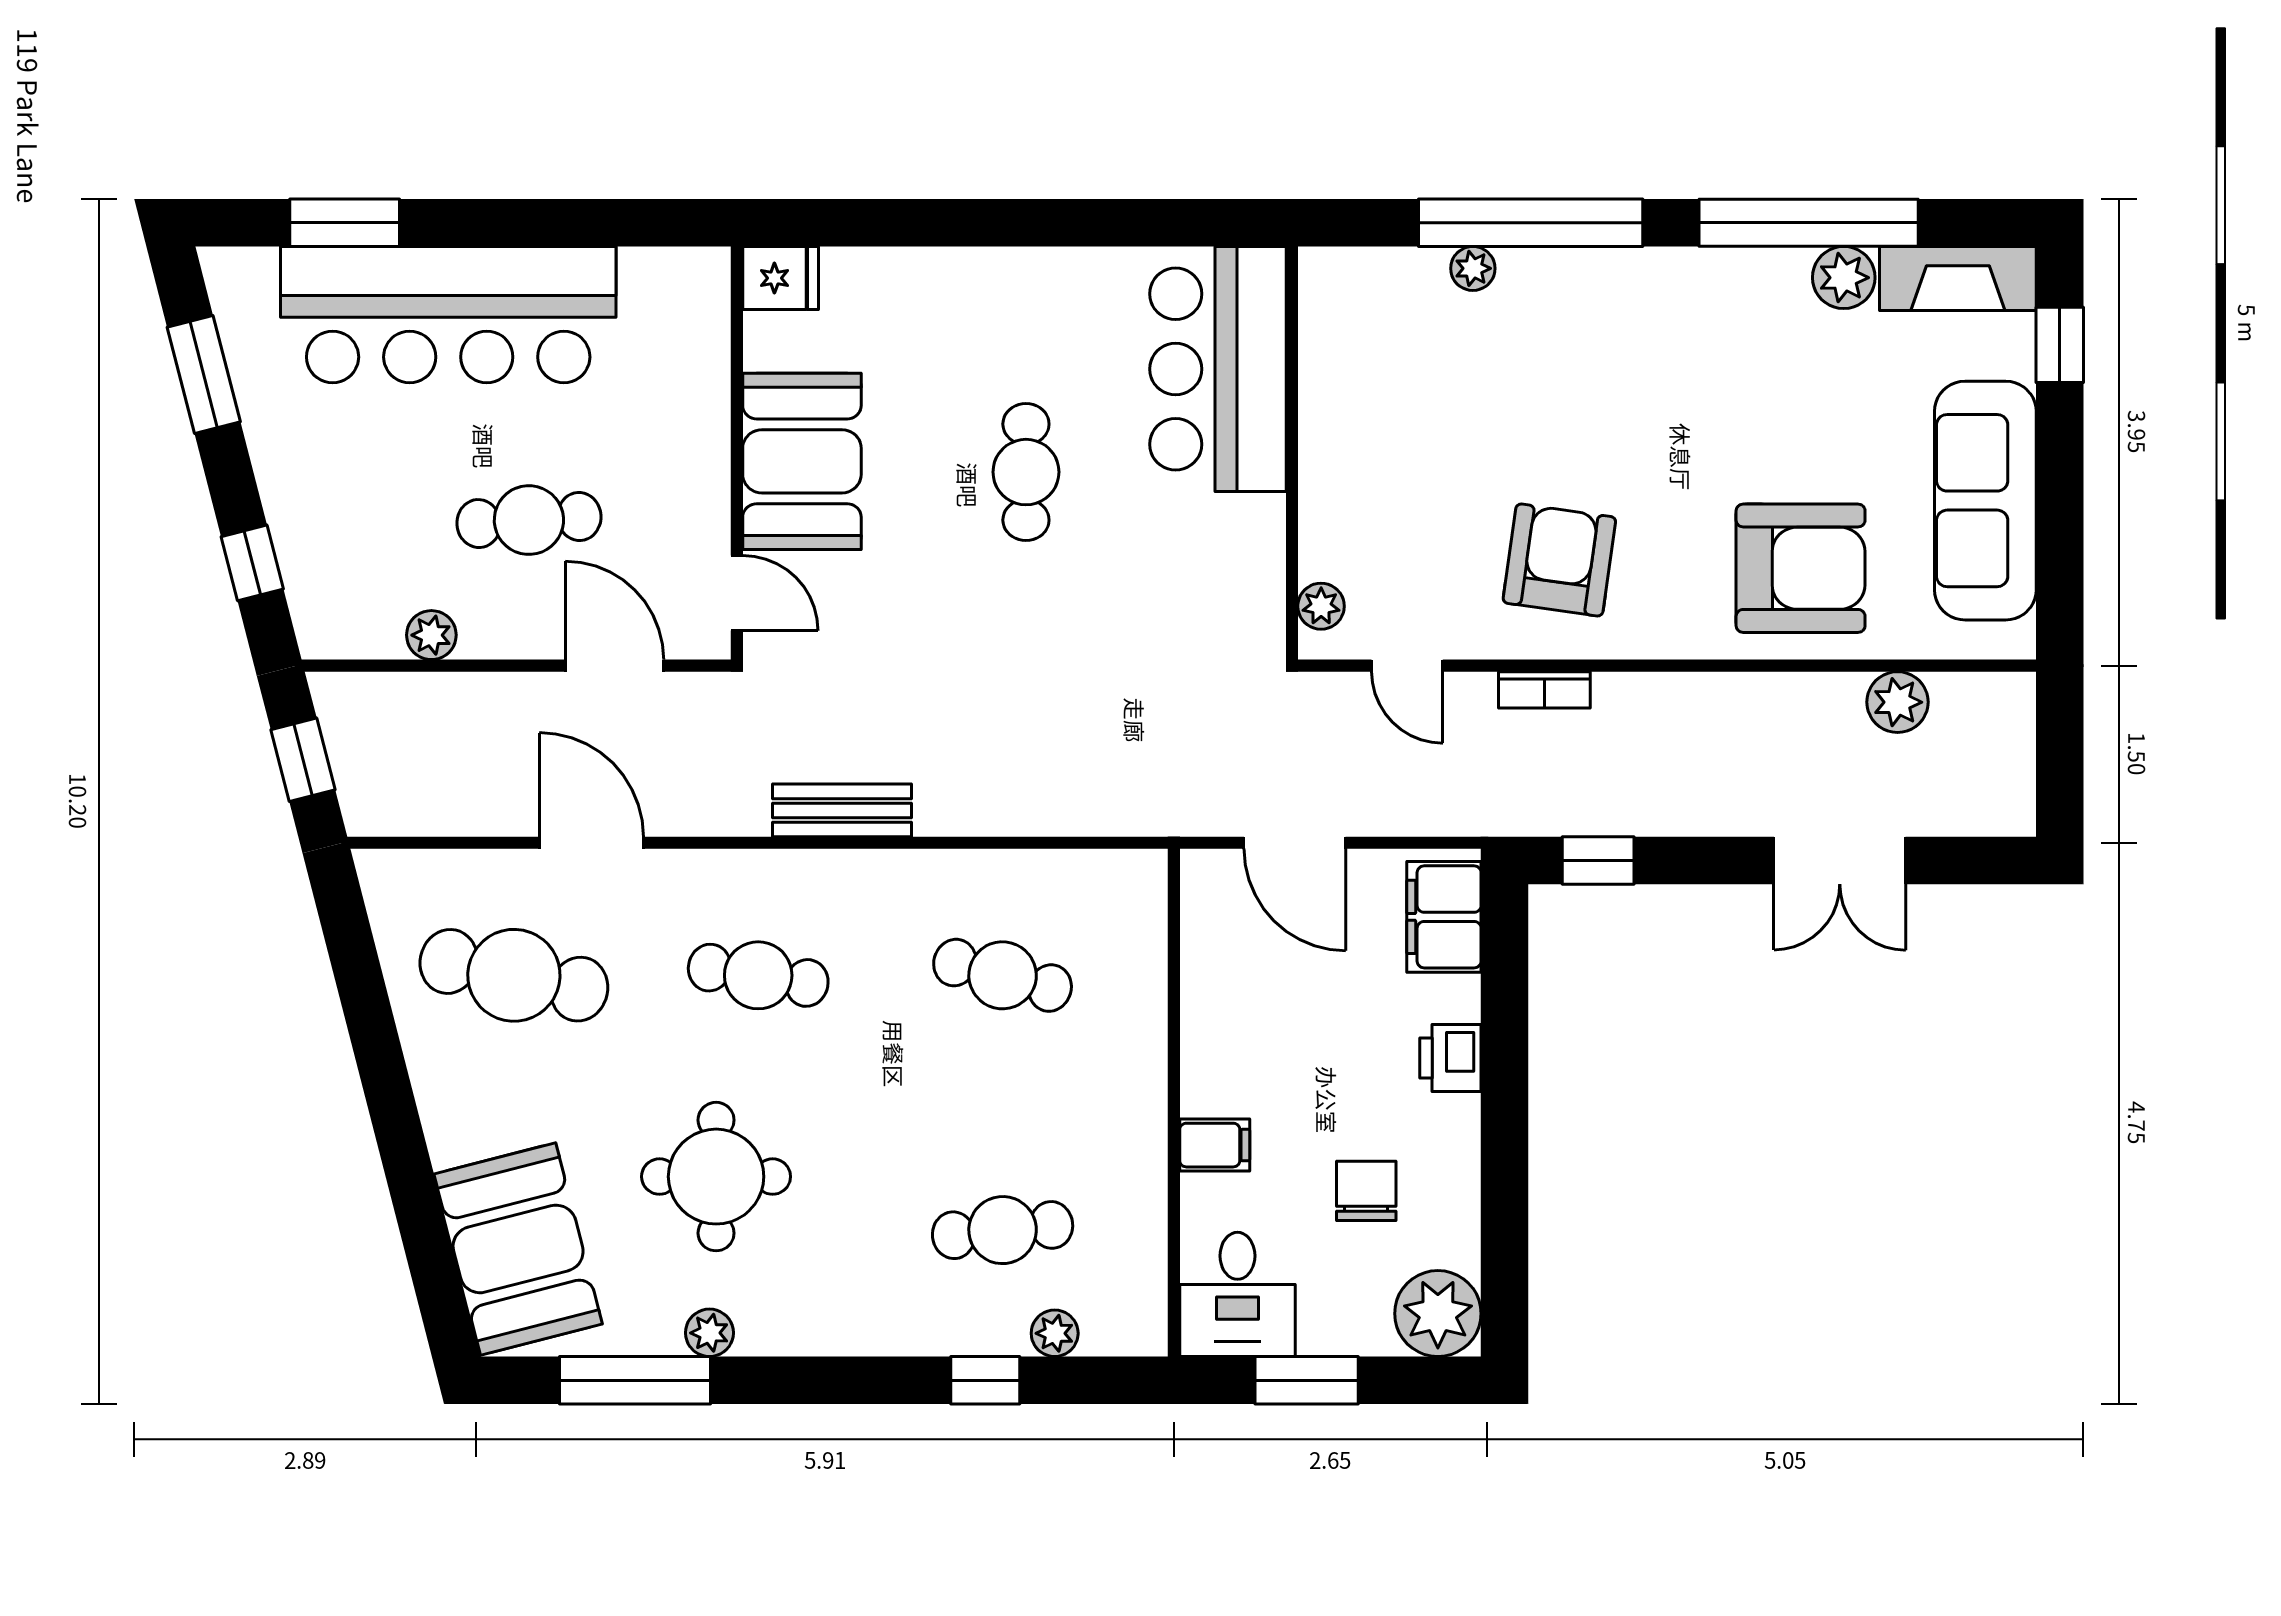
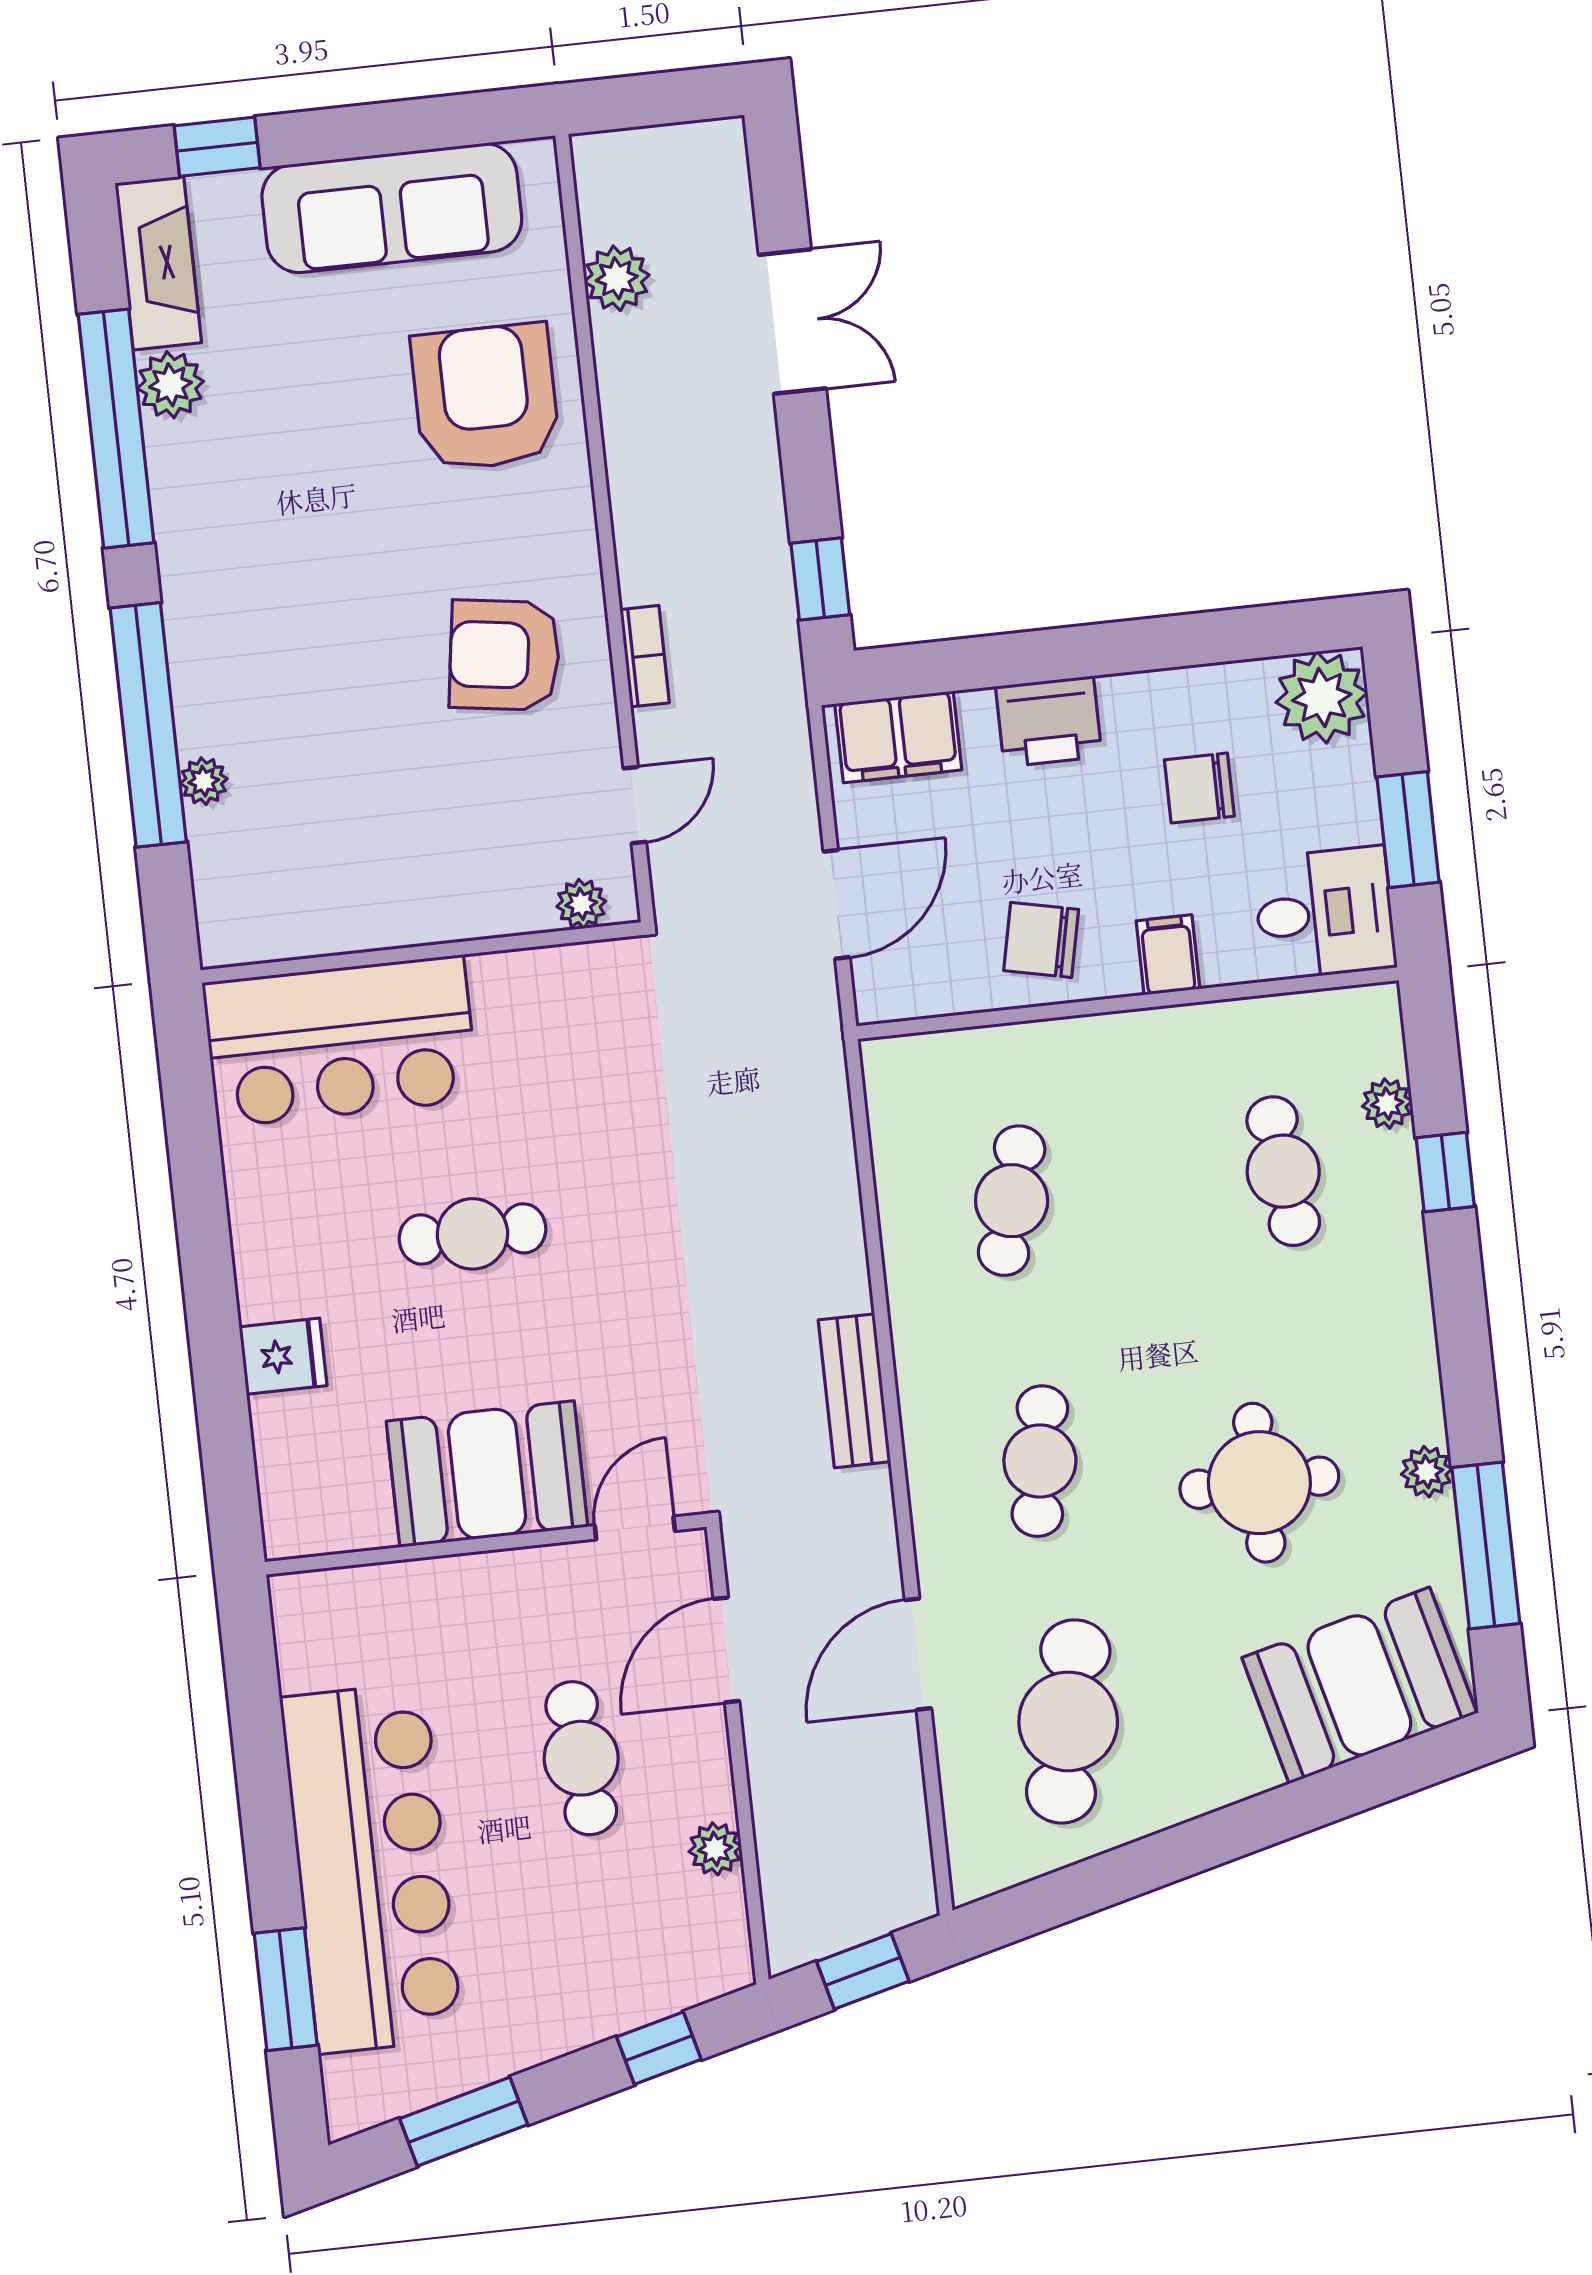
fridge: (781, 278) -> (283, 1356), moved, turned 90
chair: (1241, 1029) -> (1041, 940), added
printer: (1450, 1058) -> (1049, 721), width x1.36, depth x1.24

